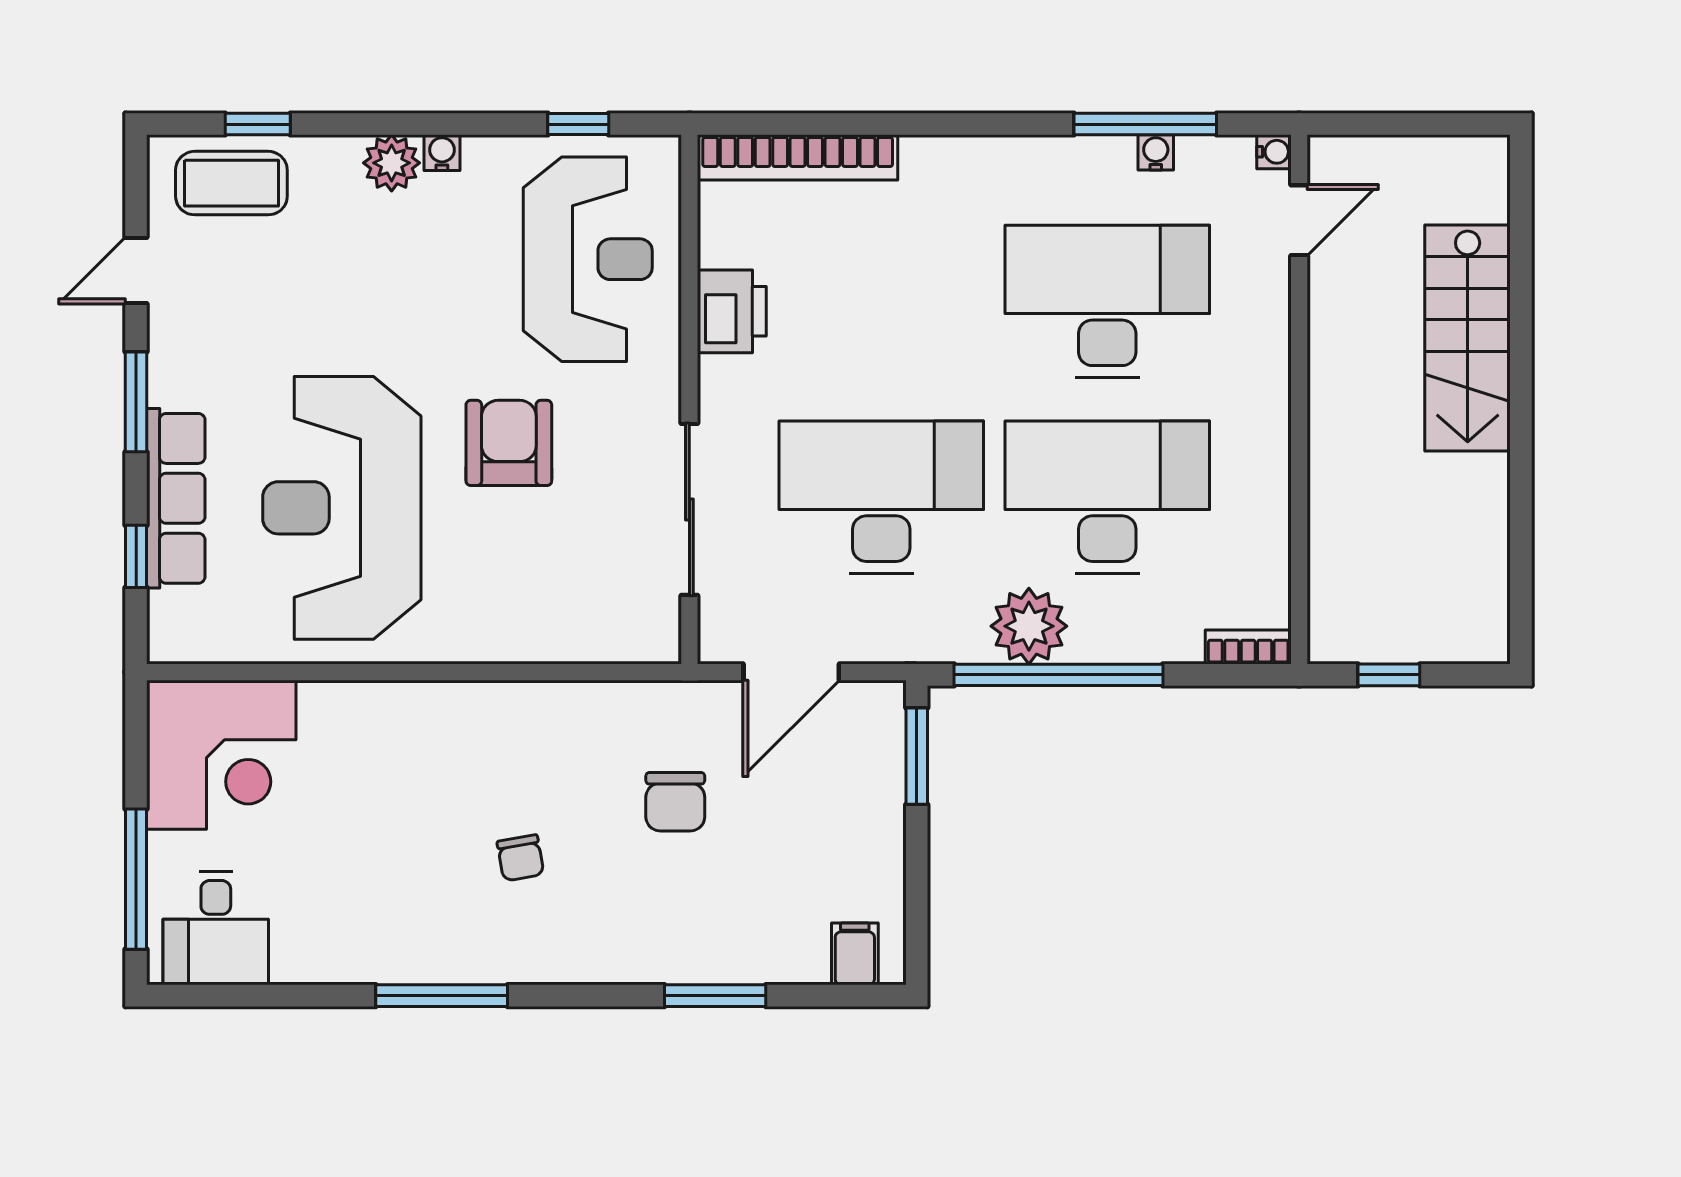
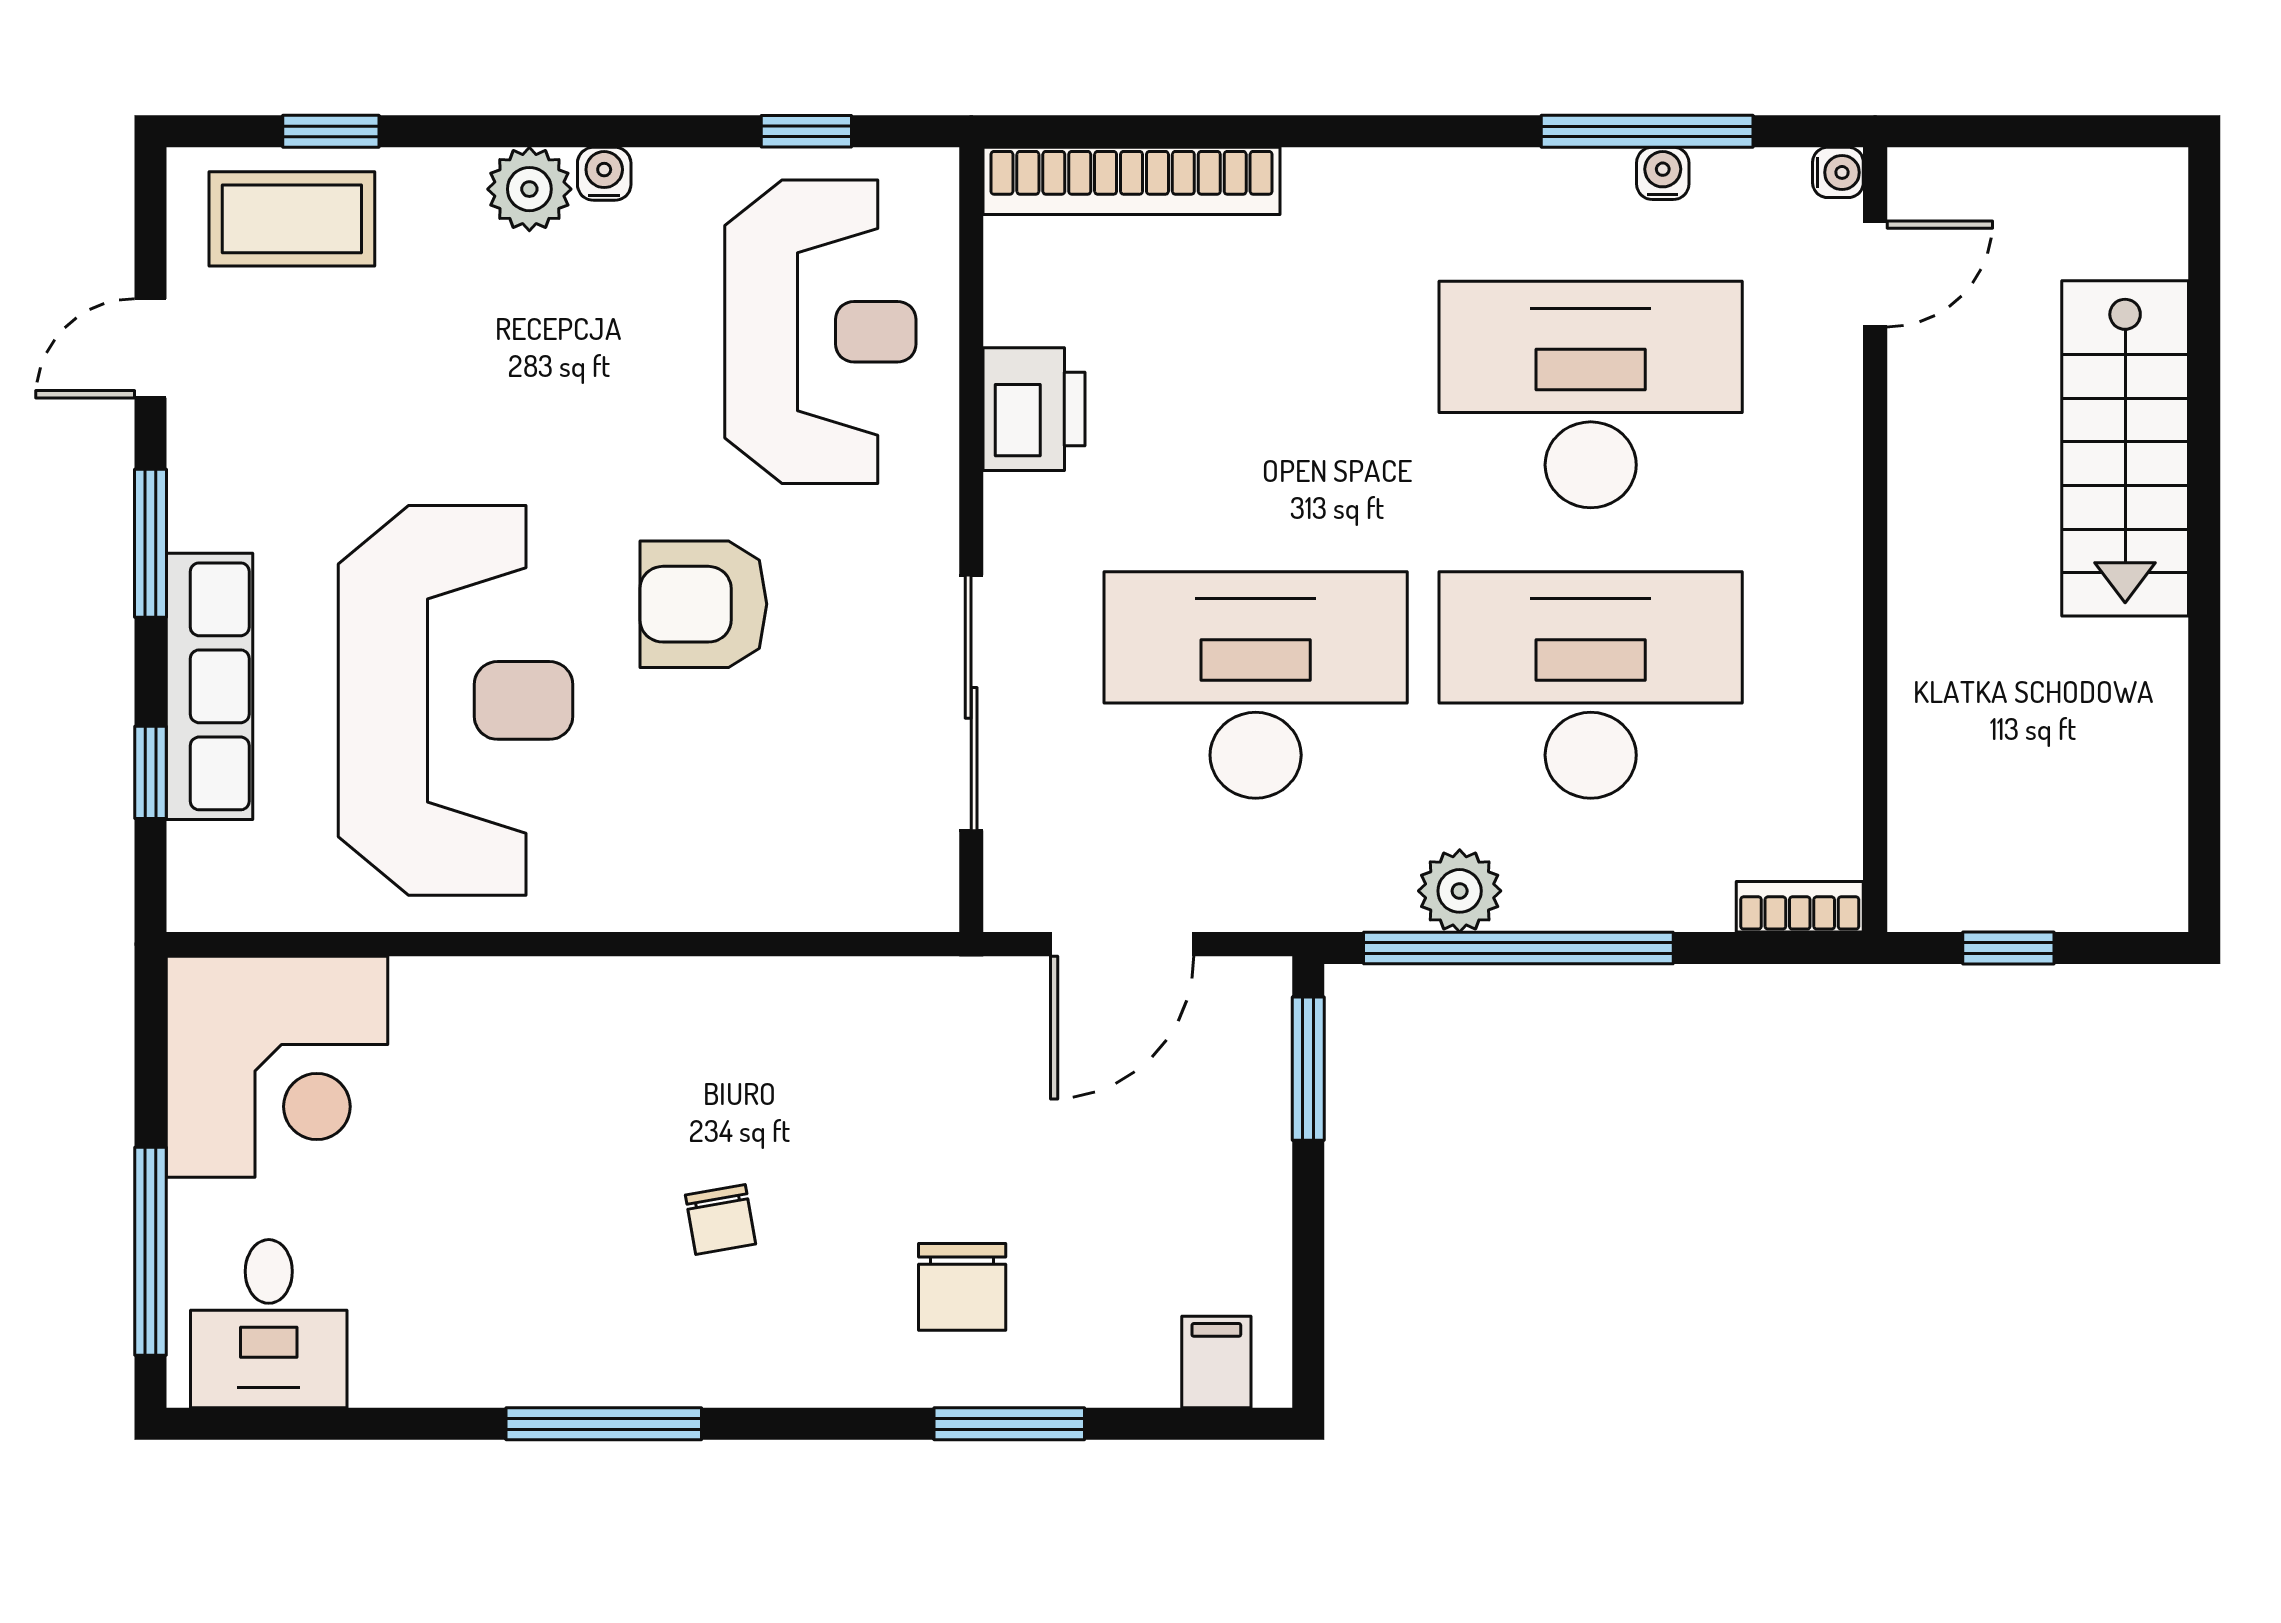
armchair: (509, 443) -> (703, 604), turned -90
reception desk: (342, 508) -> (456, 700), turned 180
plant: (1029, 626) -> (1460, 891), width x0.73, depth x0.73
chair: (675, 802) -> (962, 1287), moved

